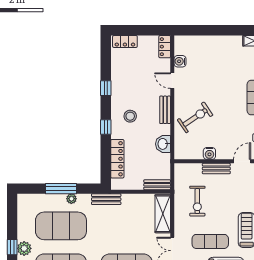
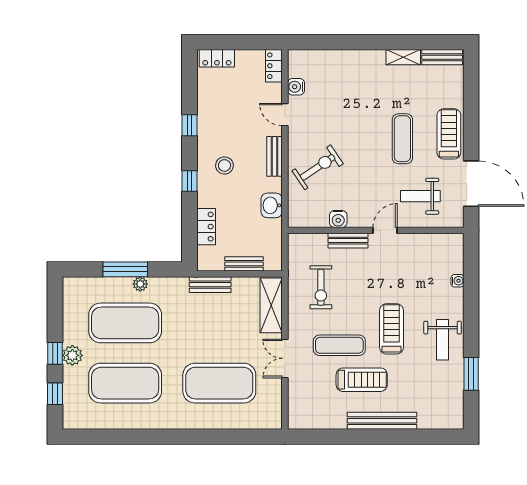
locker: (117, 159) -> (206, 227), width x0.66
bench: (157, 185) -> (244, 264), moved
bench: (106, 199) -> (210, 285), moved

